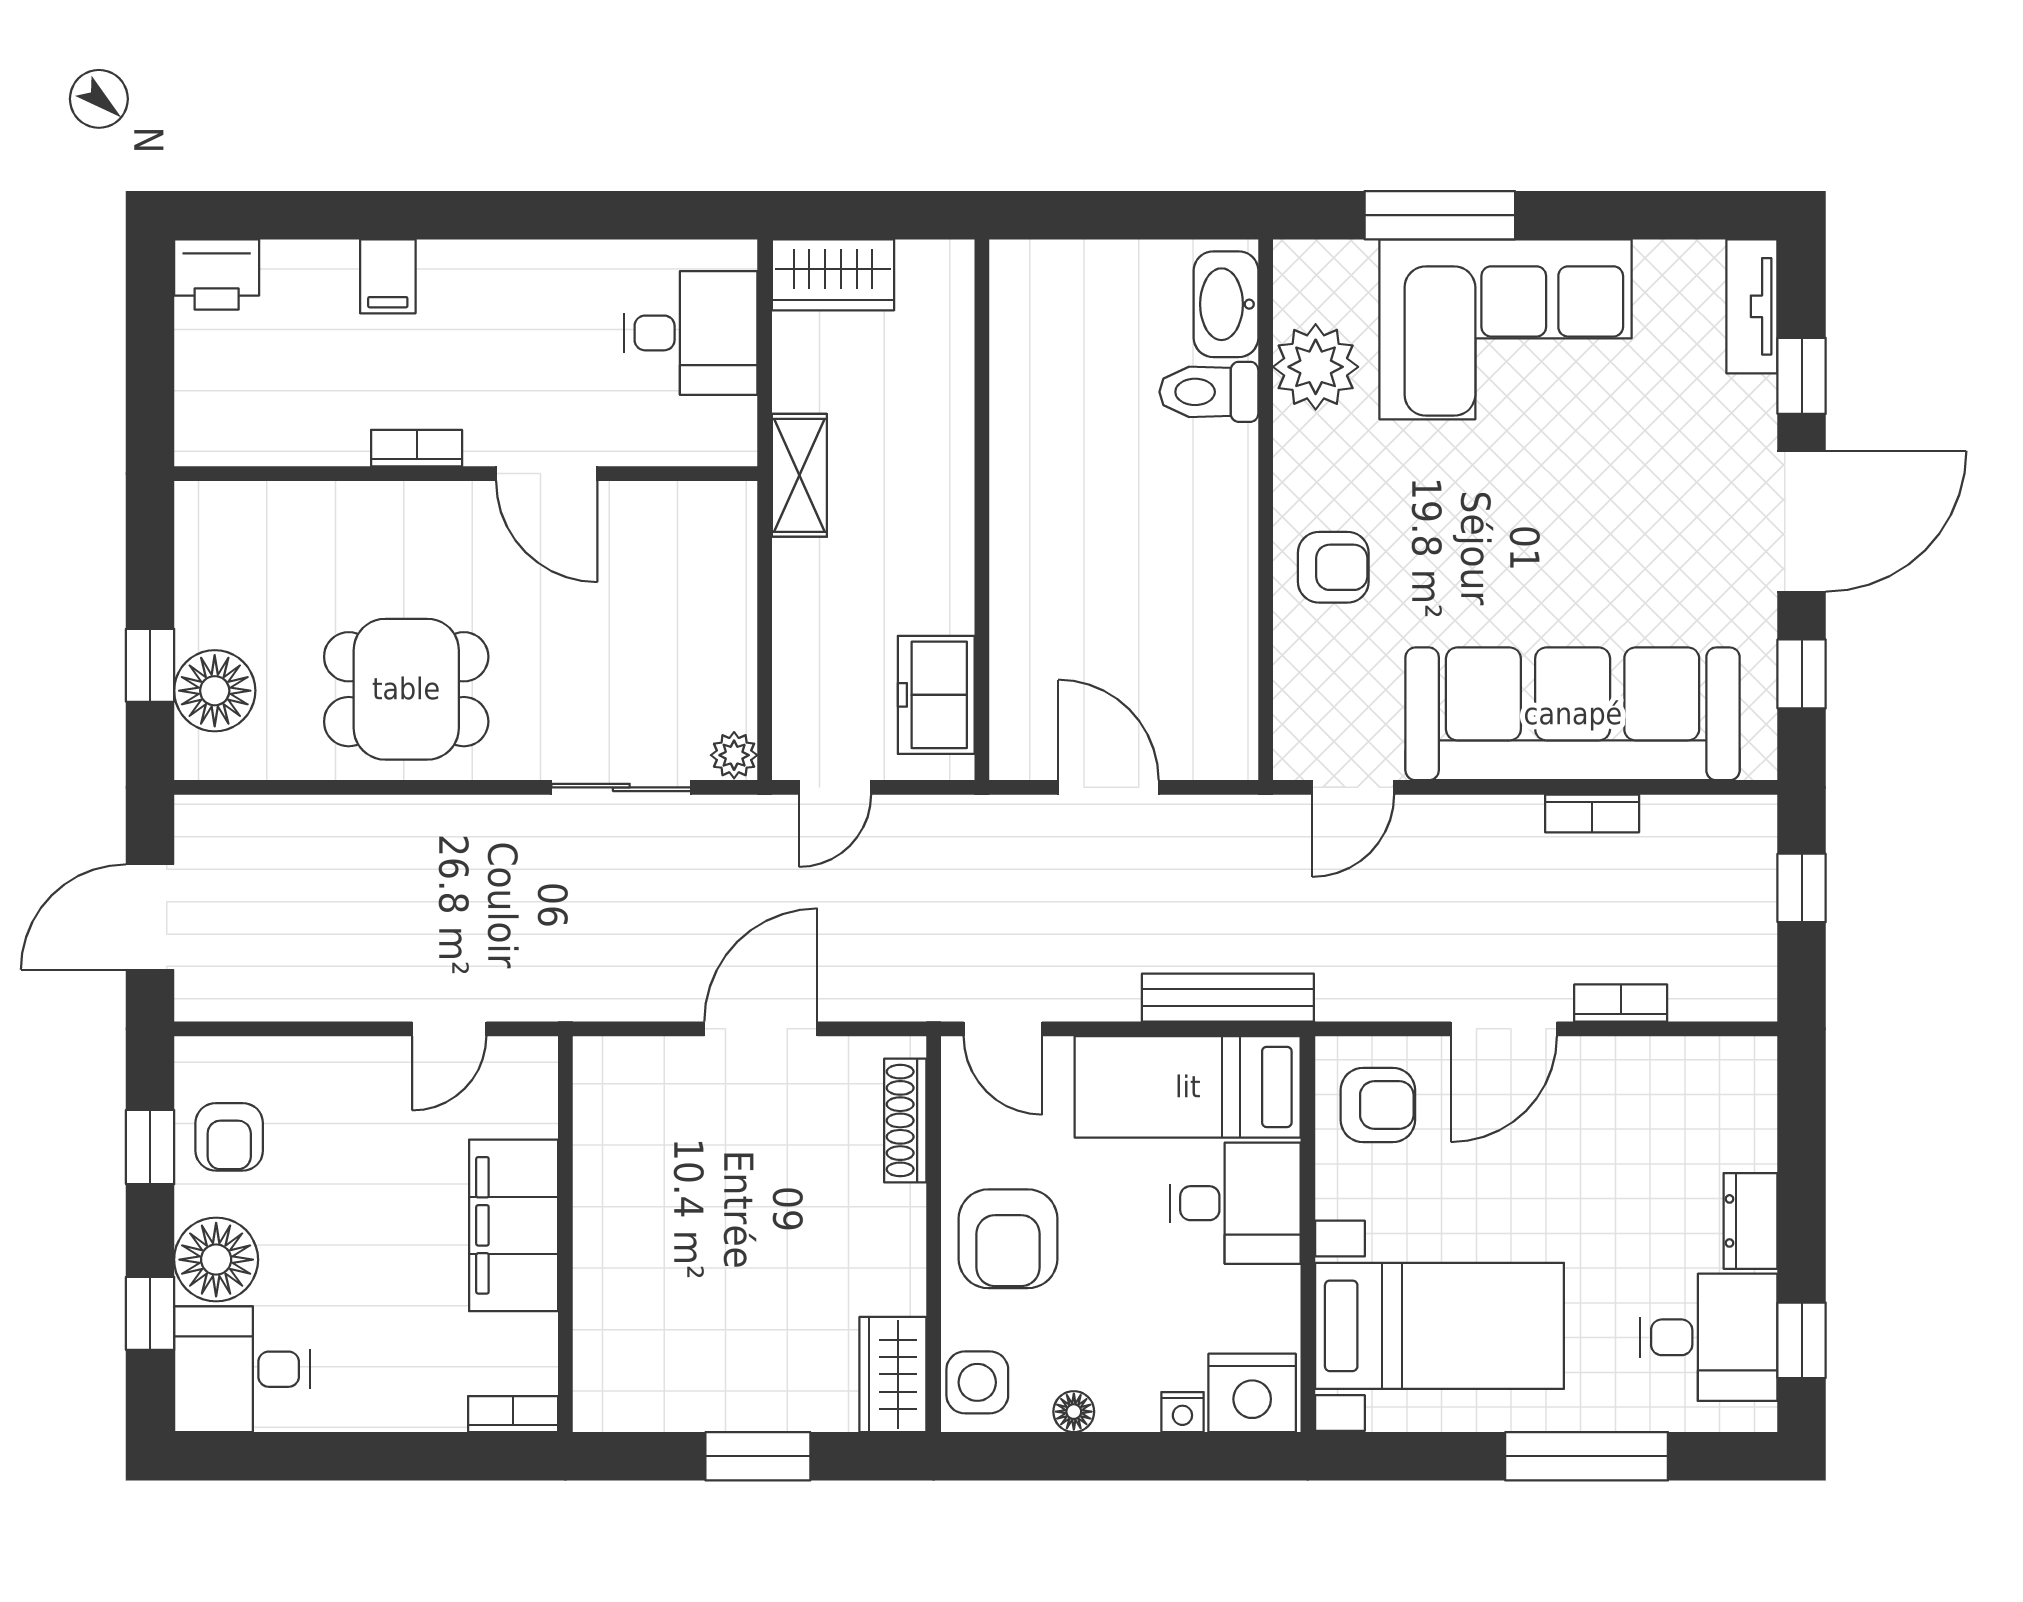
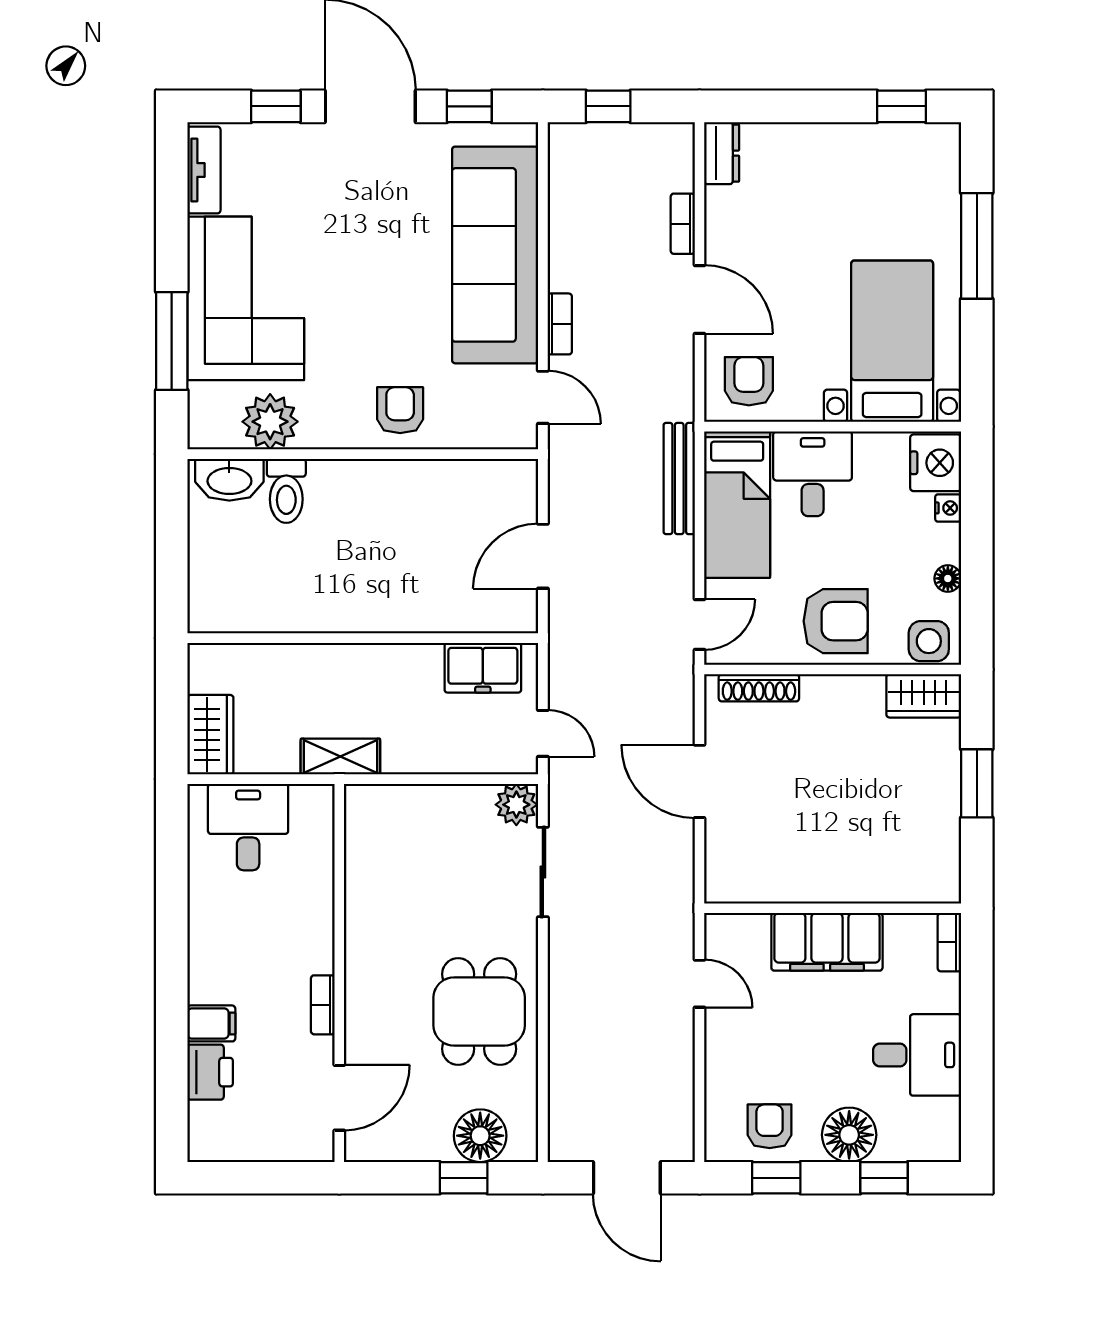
printer: (217, 274) -> (210, 1072), moved
tv unit: (1752, 306) -> (204, 170), moved, turned -90
door: (547, 474) -> (339, 1098), moved
plant: (734, 755) -> (516, 805), width x1.38, depth x1.38
bookcase: (1592, 813) -> (560, 324), moved
armchair: (229, 1137) -> (770, 1126), turned -90
dresser: (1750, 1221) -> (722, 153), moved, turned -90
desk: (1709, 1337) -> (900, 167), removed
desk: (242, 1369) -> (917, 1055), moved, turned -90

